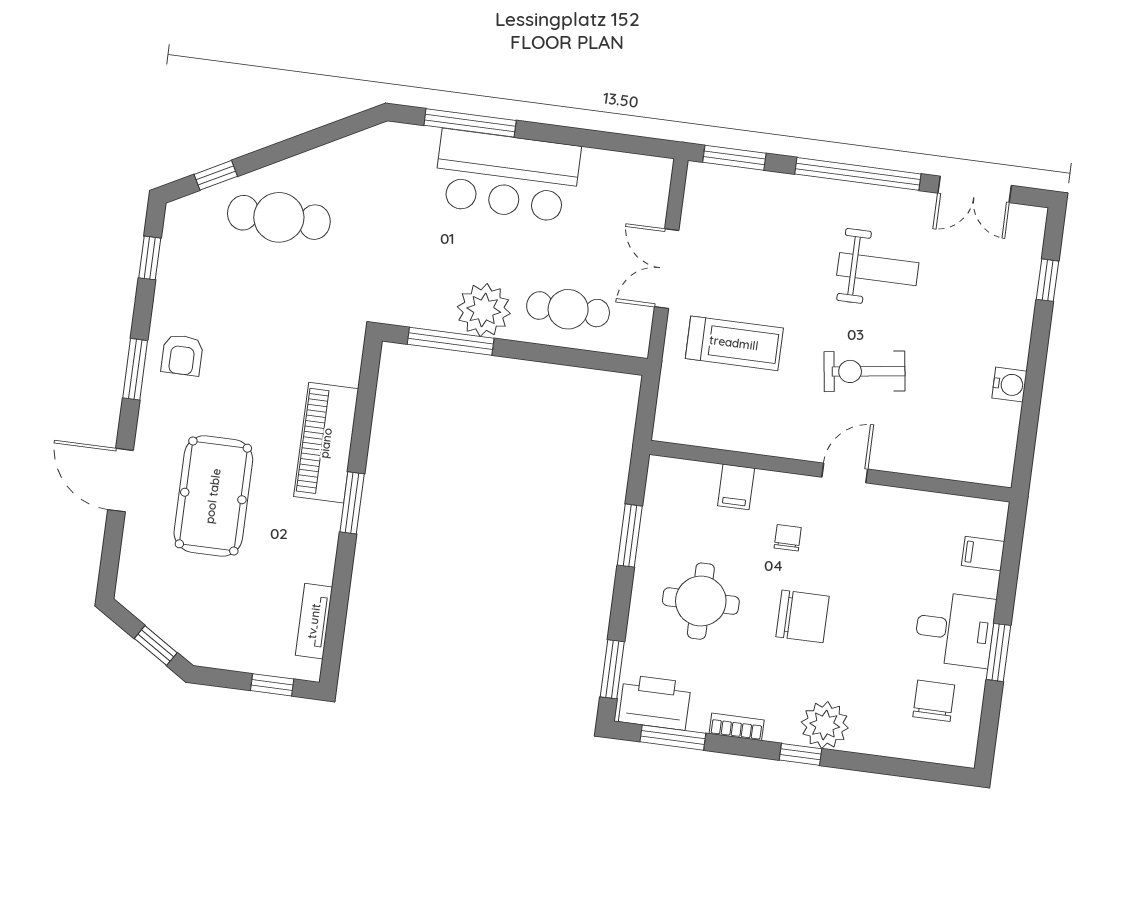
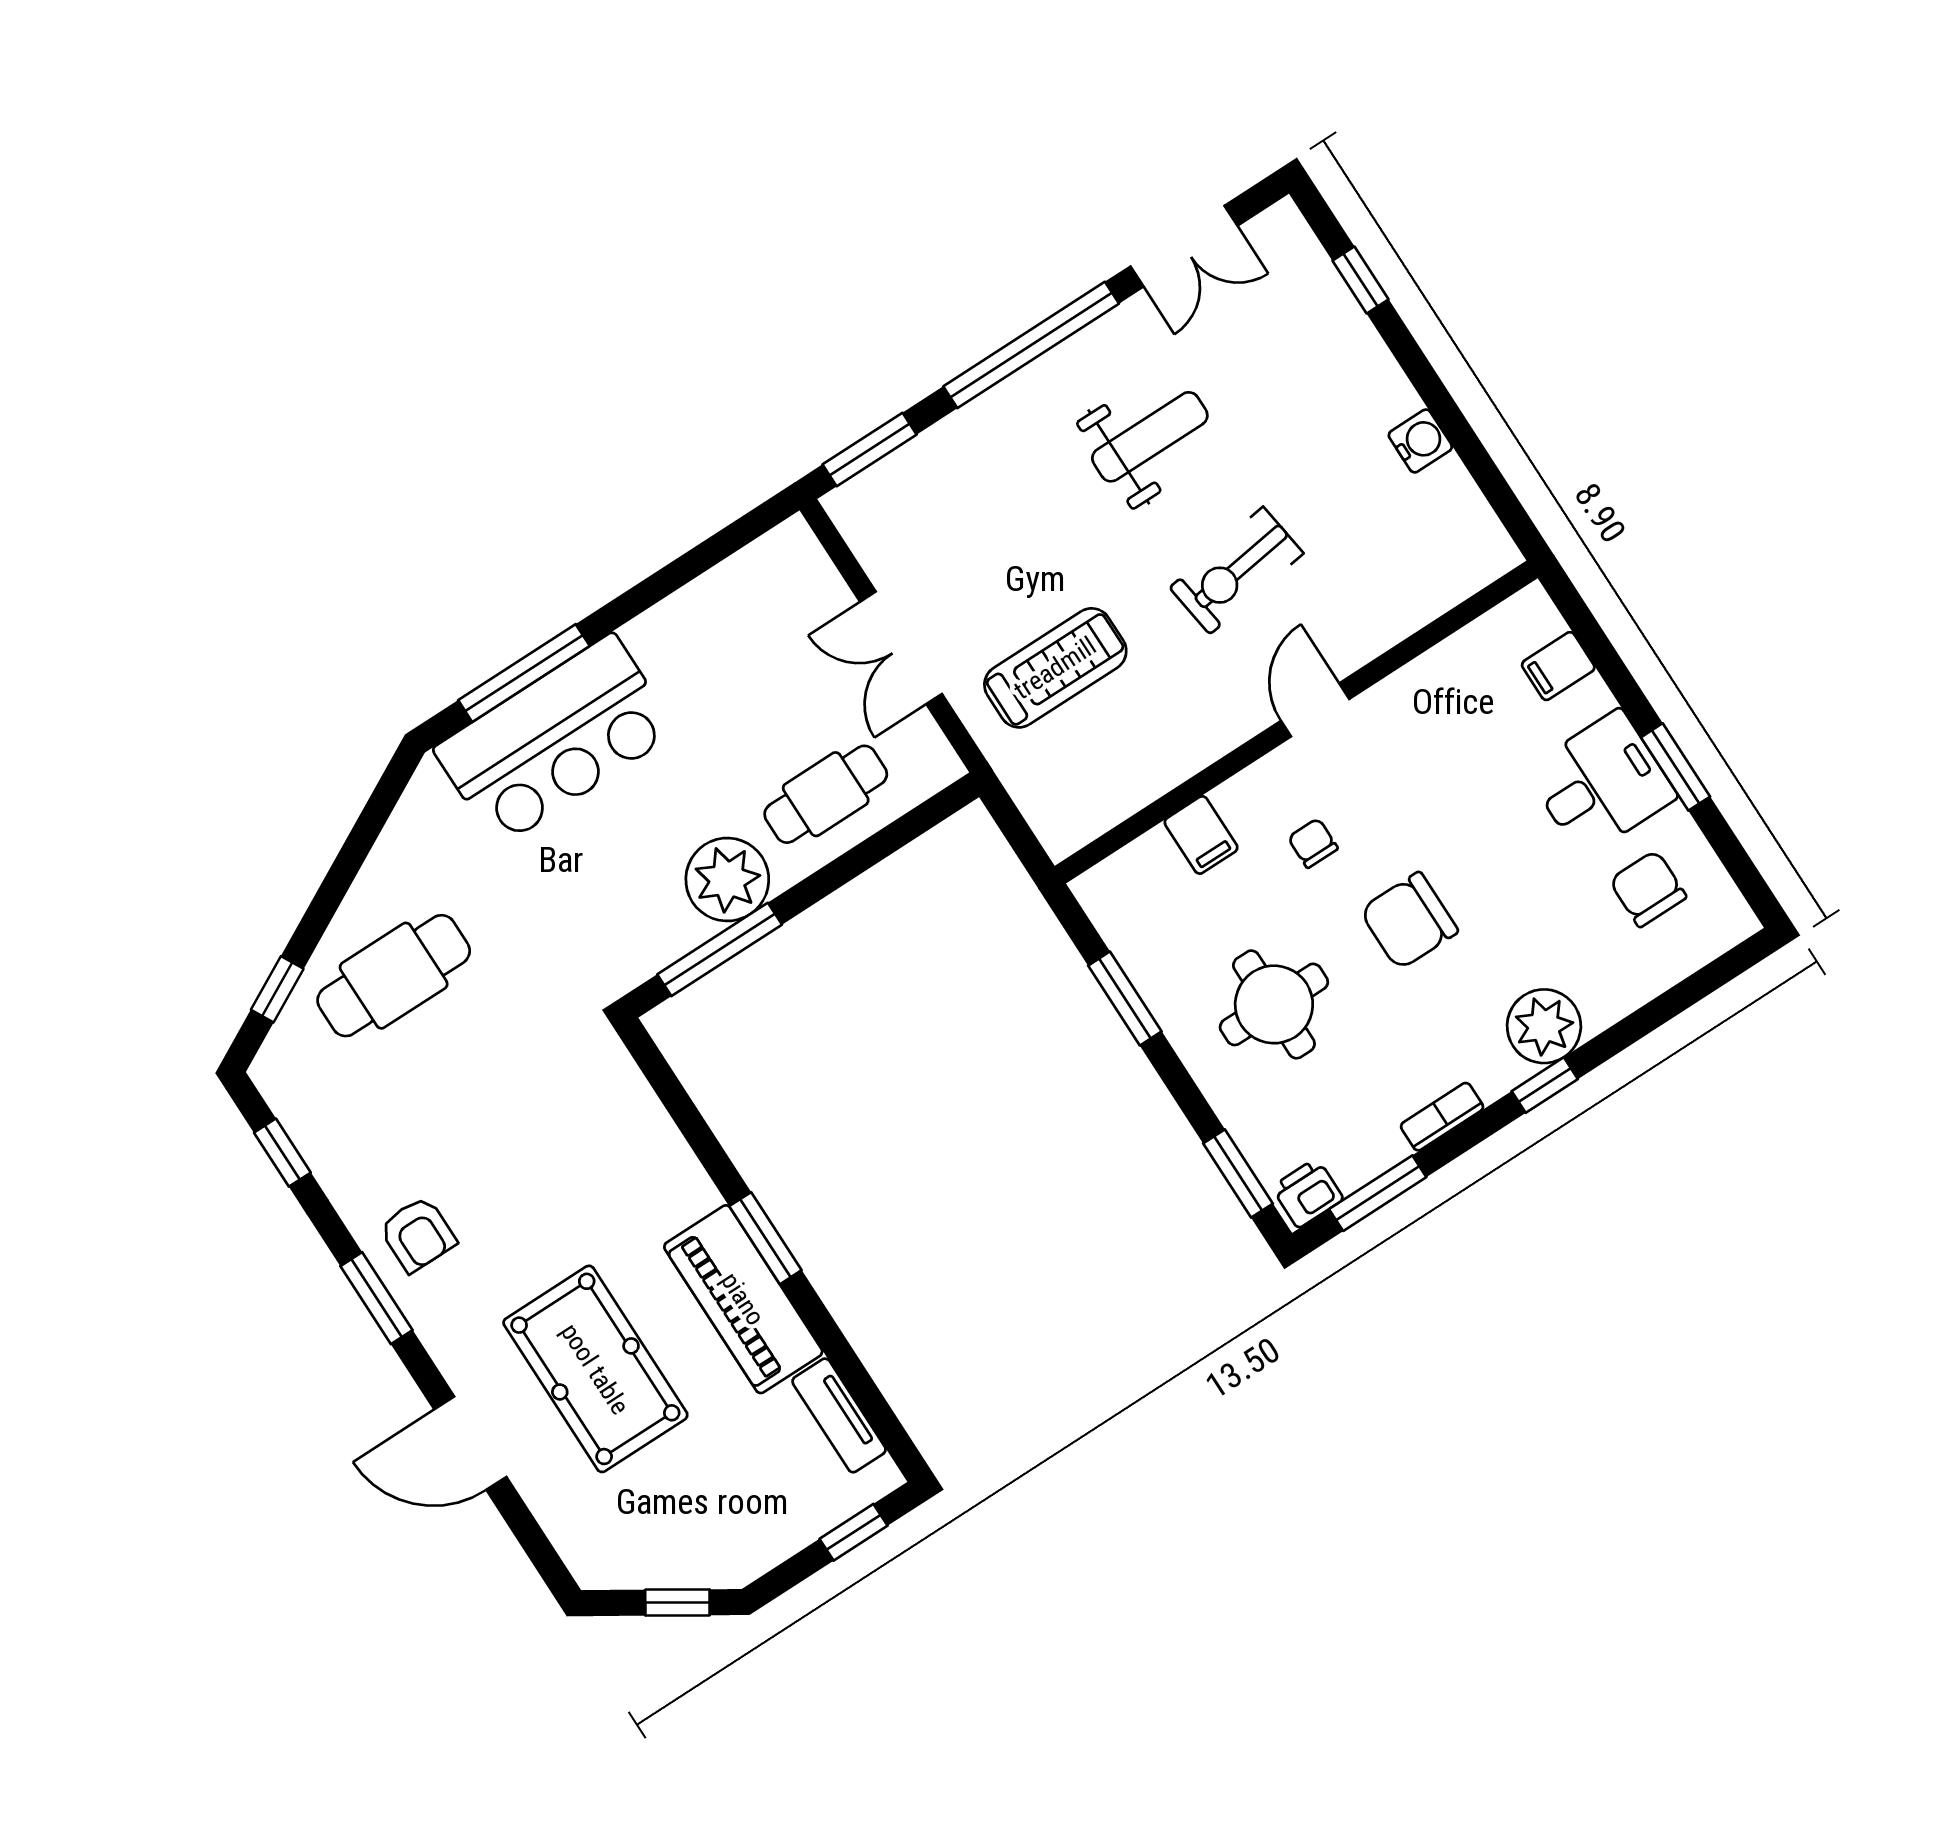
bar counter: (507, 176) -> (555, 740), moved
piano: (326, 443) -> (743, 1299), moved
chair: (802, 616) -> (1409, 921), turned 180
printer: (655, 702) -> (1308, 1193), width x0.53, depth x0.68

